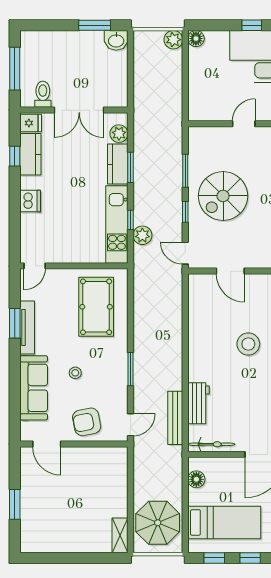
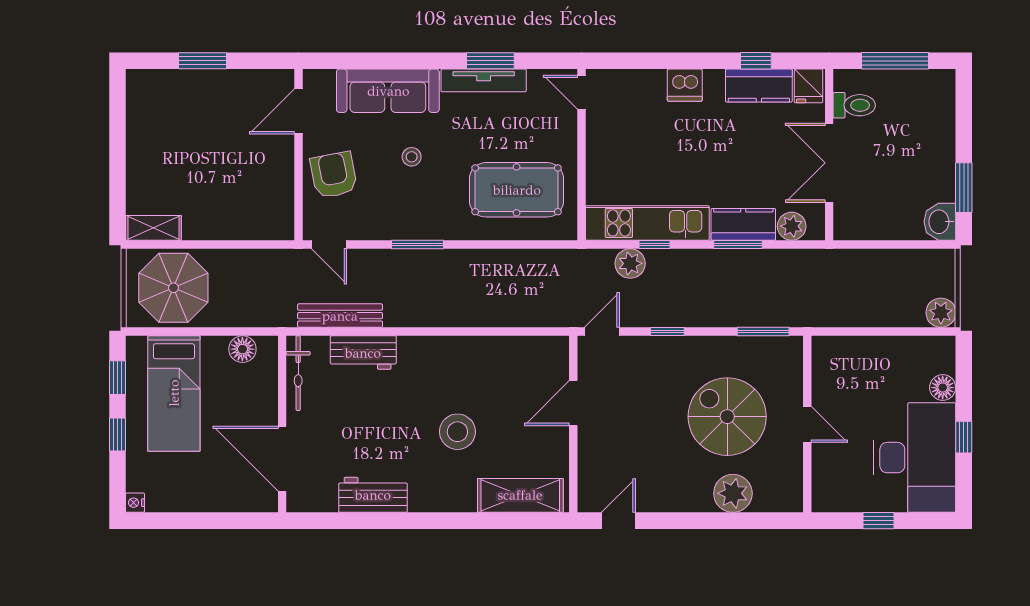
floor lamp: (196, 39) -> (943, 388), moved
window: (185, 171) -> (763, 332), moved
spiral stairs: (223, 196) -> (727, 417), moved

